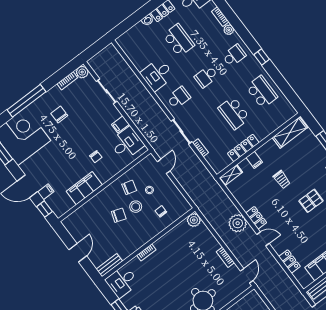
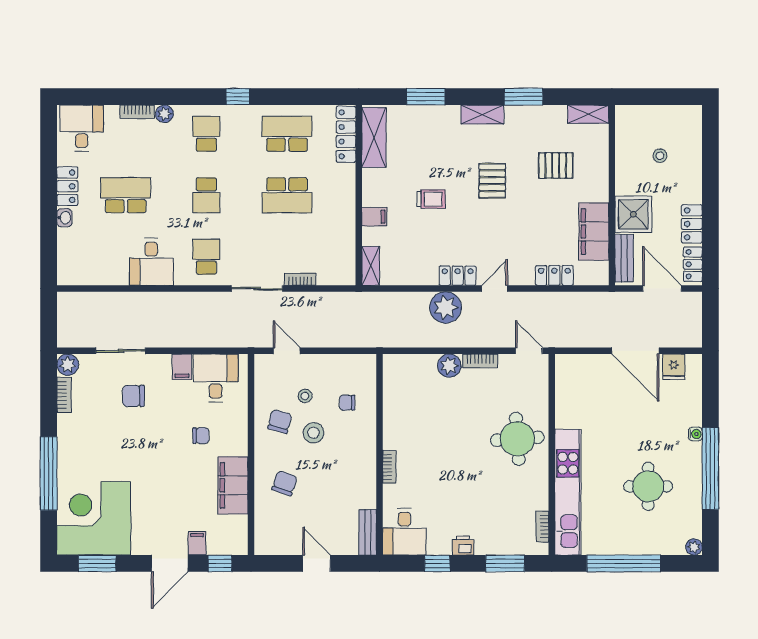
chair: (59, 114) -> (133, 396), moved
locker: (243, 148) -> (346, 134), moved
chair: (119, 215) -> (285, 483), moved
plant: (194, 220) -> (449, 366), moved

